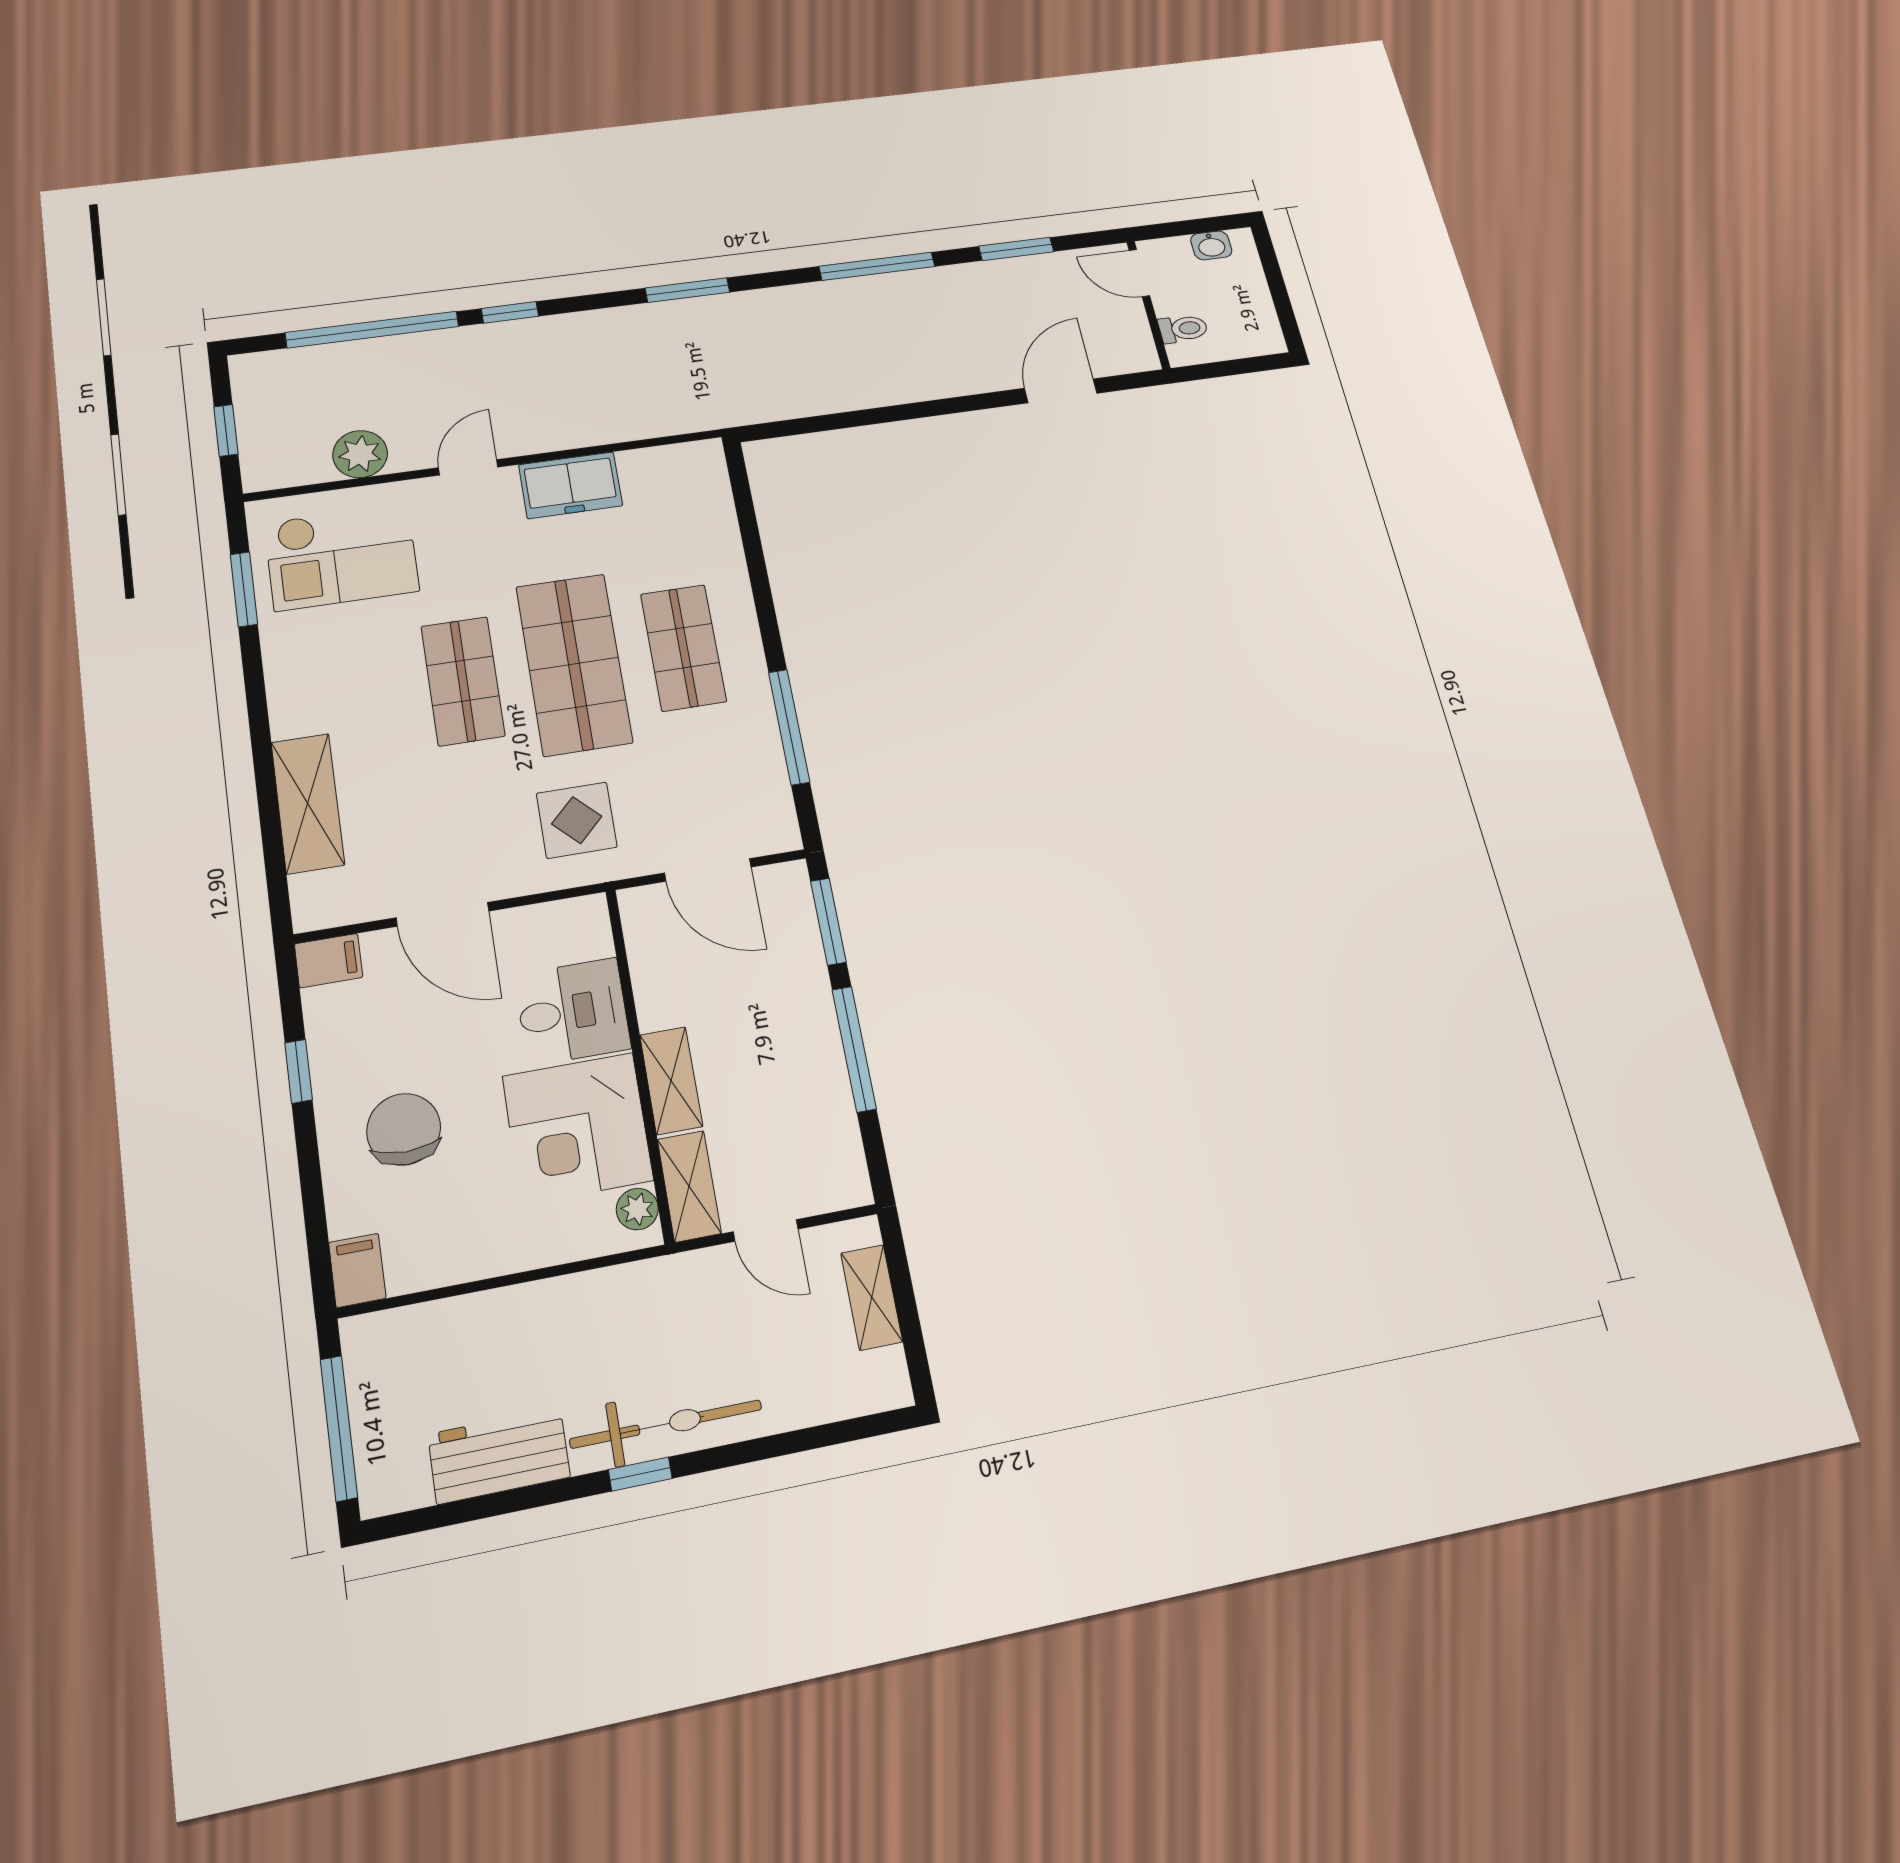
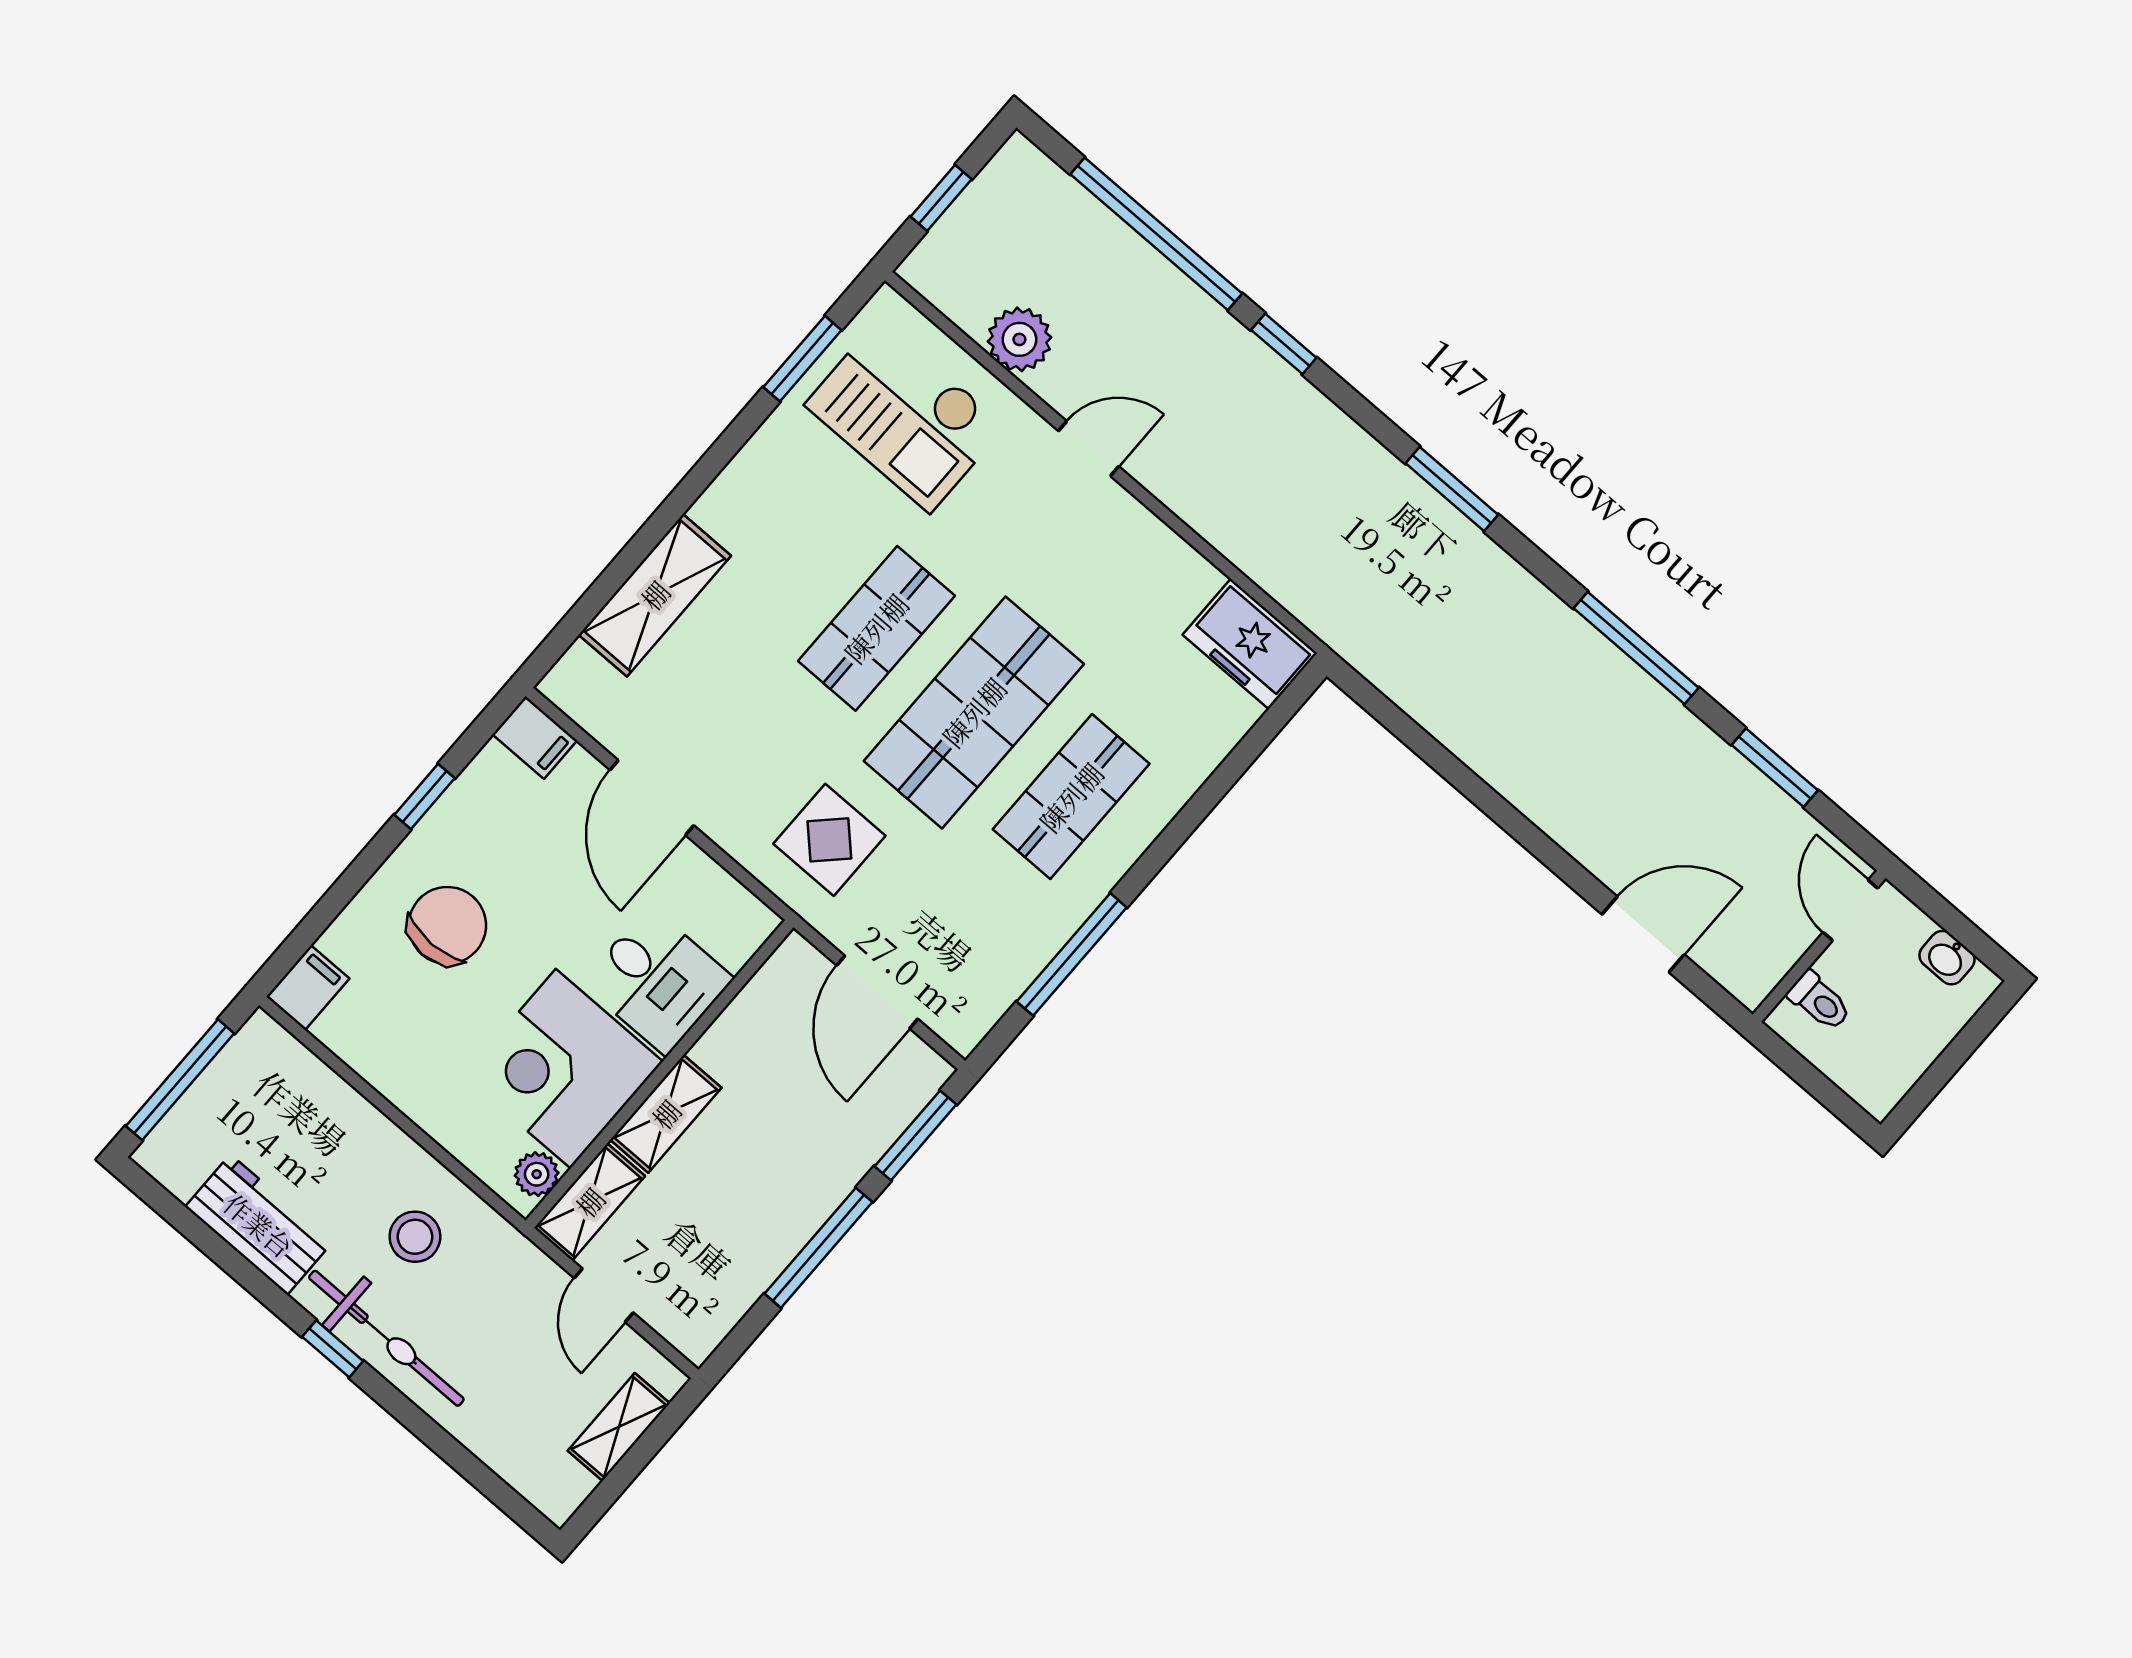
freezer: (571, 485) -> (1250, 644), moved
stool: (608, 1339) -> (415, 1237), added

